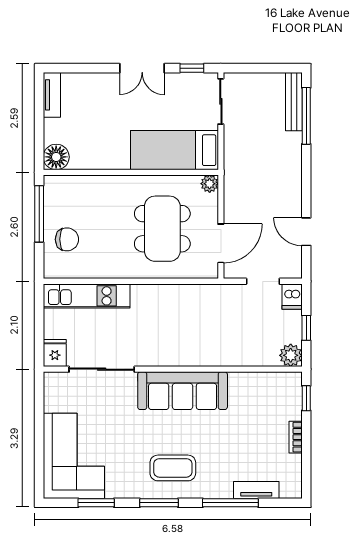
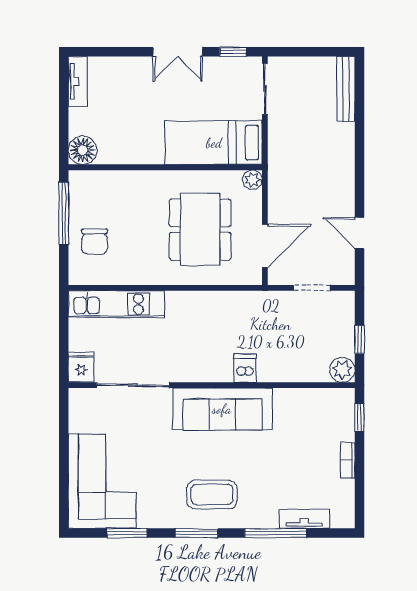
window: (306, 116) -> (359, 105), removed
chair: (67, 239) -> (95, 241), turned 90
dishwasher: (292, 297) -> (245, 368), moved, turned 180

